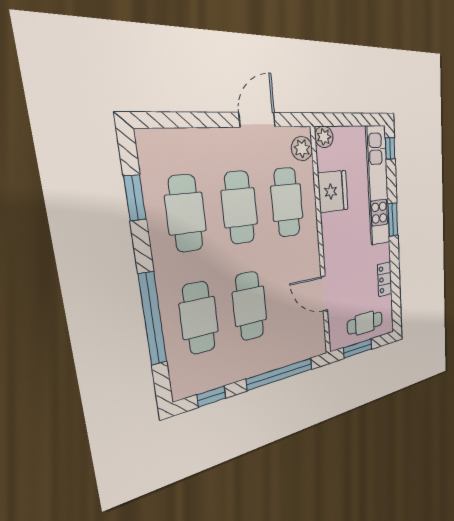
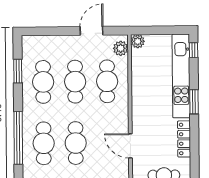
fridge: (333, 191) -> (142, 77), removed
locker: (385, 279) -> (184, 139), width x1.53

